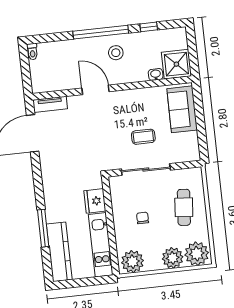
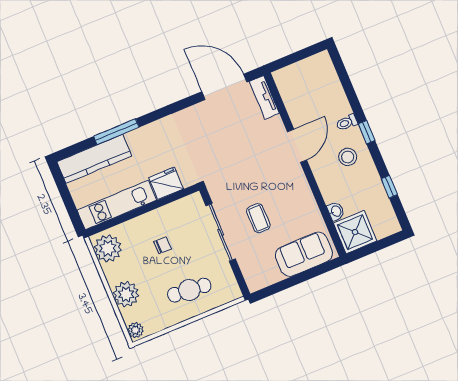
window: (101, 32) -> (367, 132), width x0.32
toilet: (32, 52) -> (347, 123), moved
plant: (197, 254) -> (135, 330), width x0.53, depth x0.53

